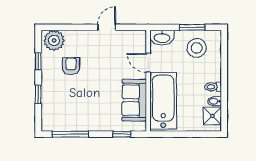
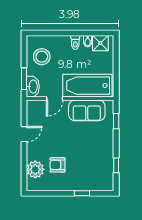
door: (107, 27) -> (24, 134), swing flipped
window: (192, 27) -> (24, 79), moved
plant: (54, 40) -> (35, 169), moved
window: (38, 61) -> (53, 193), removed
window: (70, 134) -> (116, 165), width x0.46

